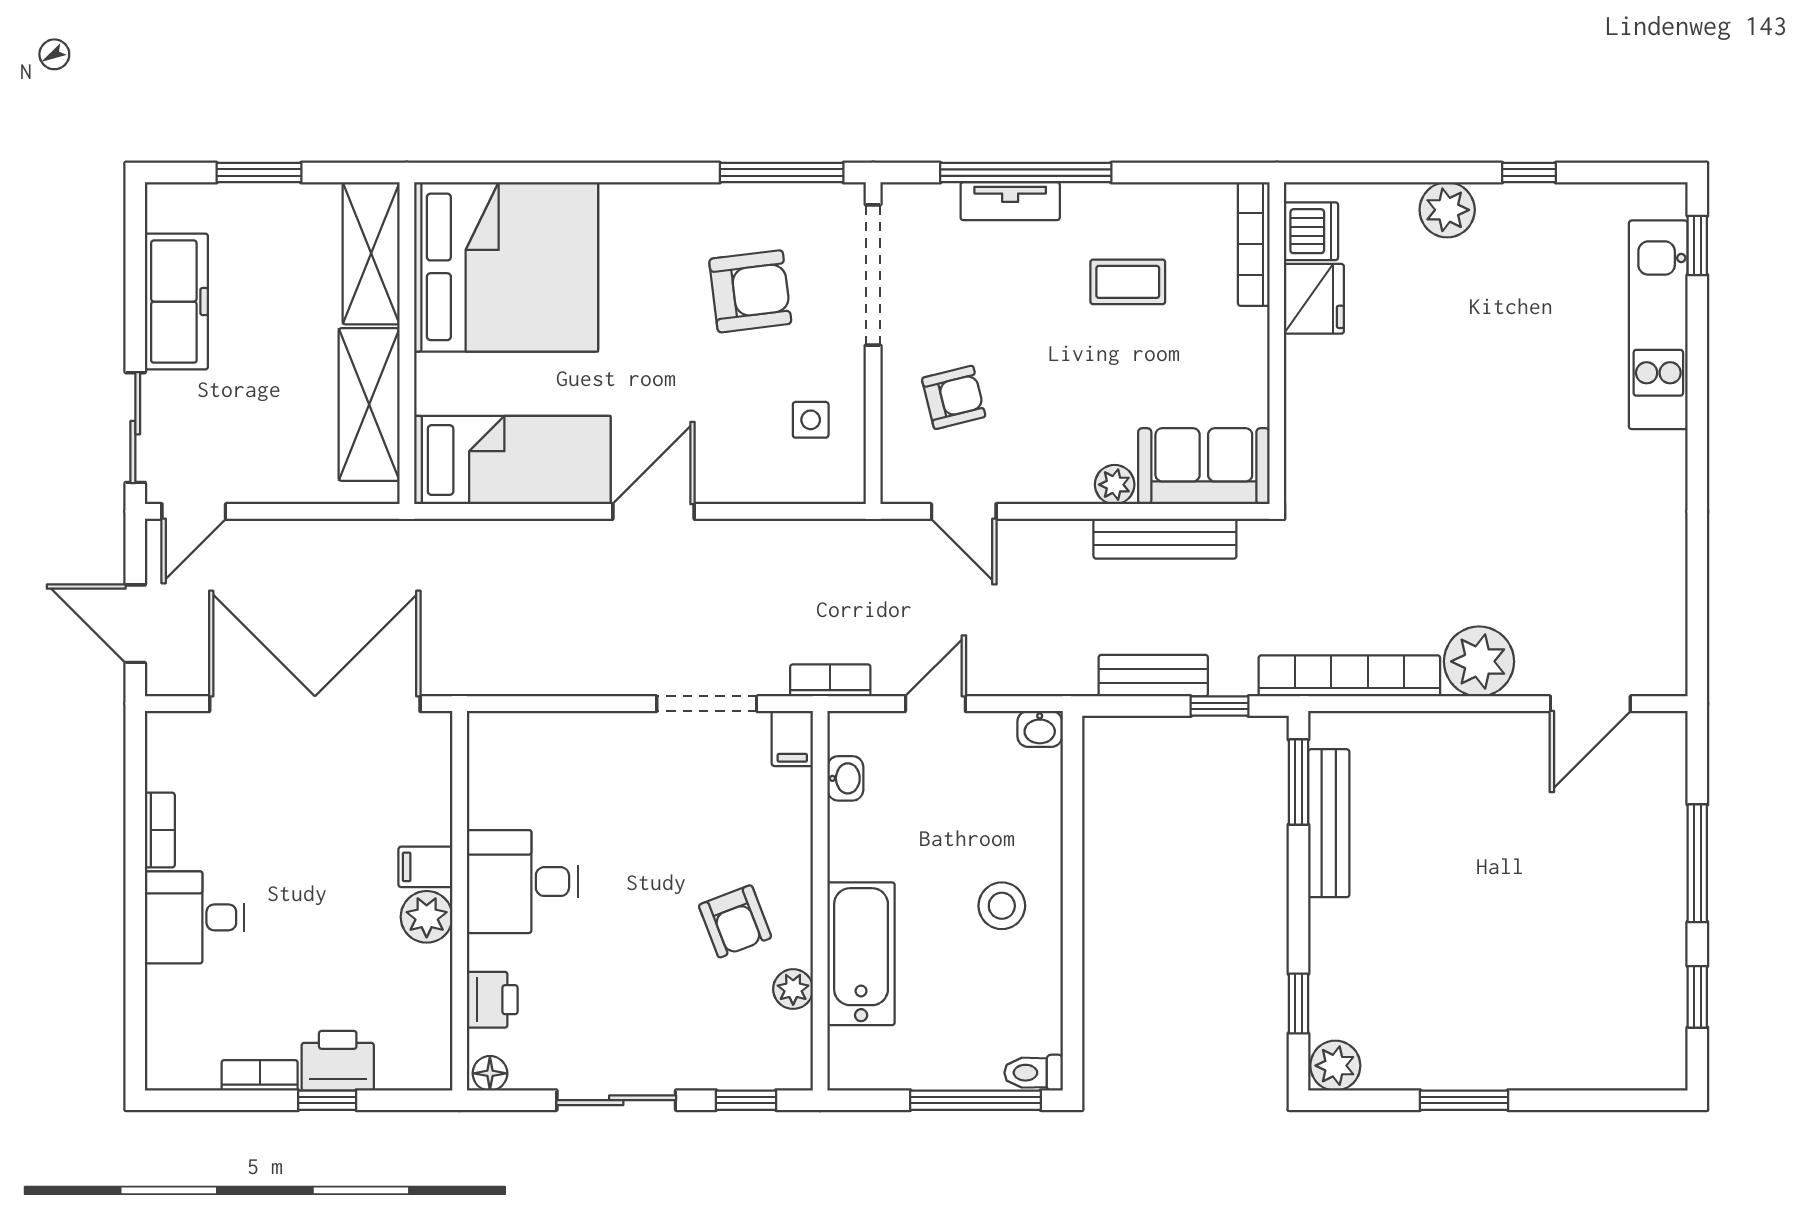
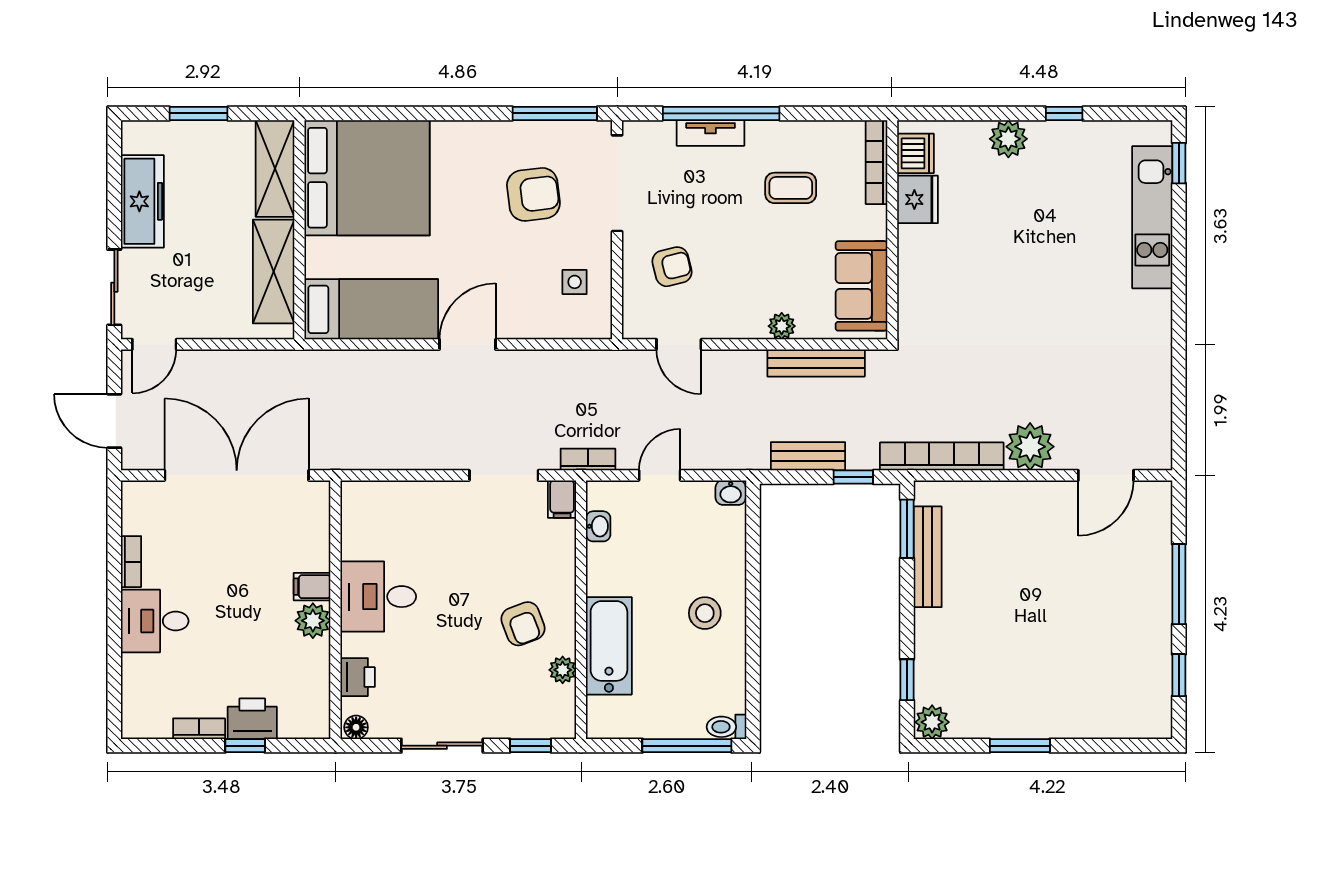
sofa: (1204, 466) -> (861, 286), moved, turned -90

